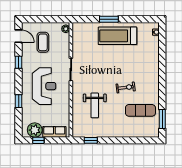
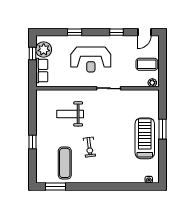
coffee table: (43, 42) -> (147, 64), moved
window: (91, 140) -> (33, 142), moved

